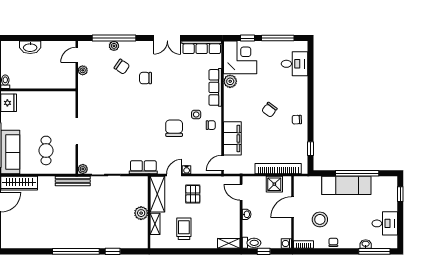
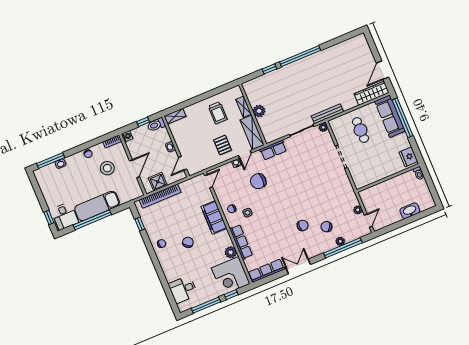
chair: (174, 128) -> (258, 181), moved, turned 90
filing cabinet: (232, 138) -> (214, 217), moved
door: (241, 192) -> (183, 163), swing flipped
desk: (385, 223) -> (65, 216), moved, turned -90

